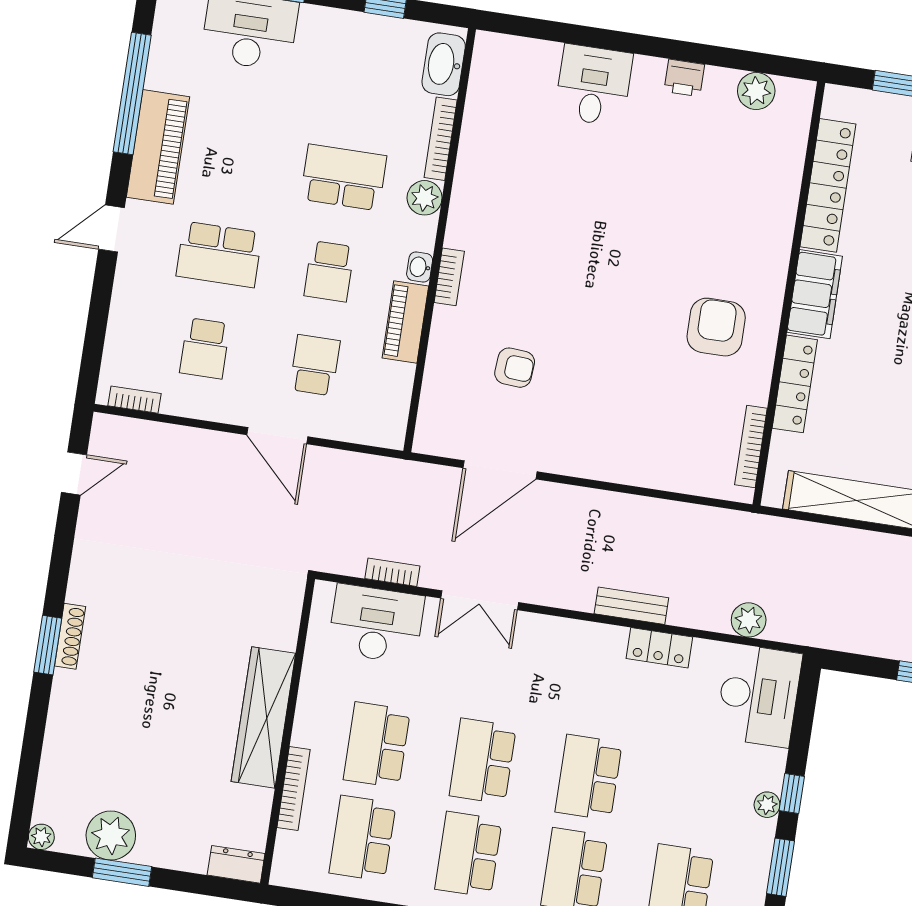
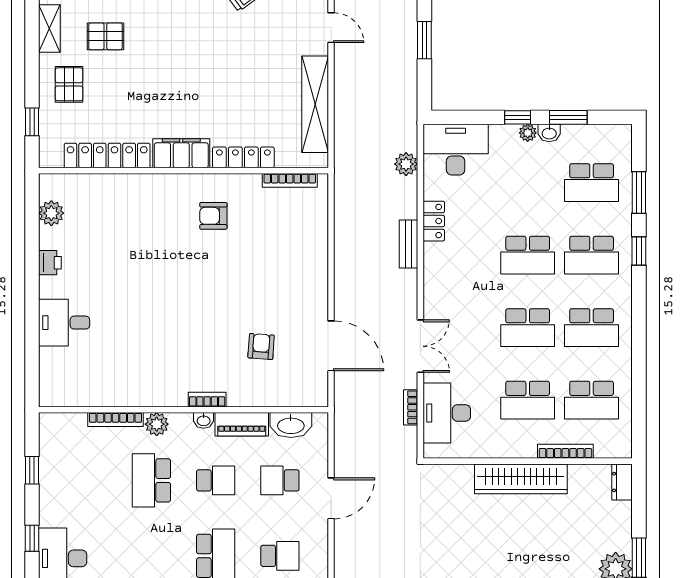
washbasin: (444, 64) -> (291, 425), moved
armchair: (716, 327) -> (213, 216), width x0.72, depth x0.72
washbasin: (762, 836) -> (549, 133), added

